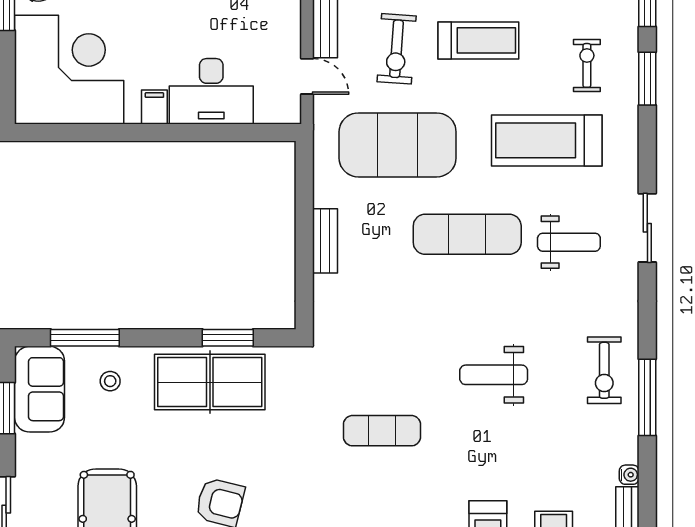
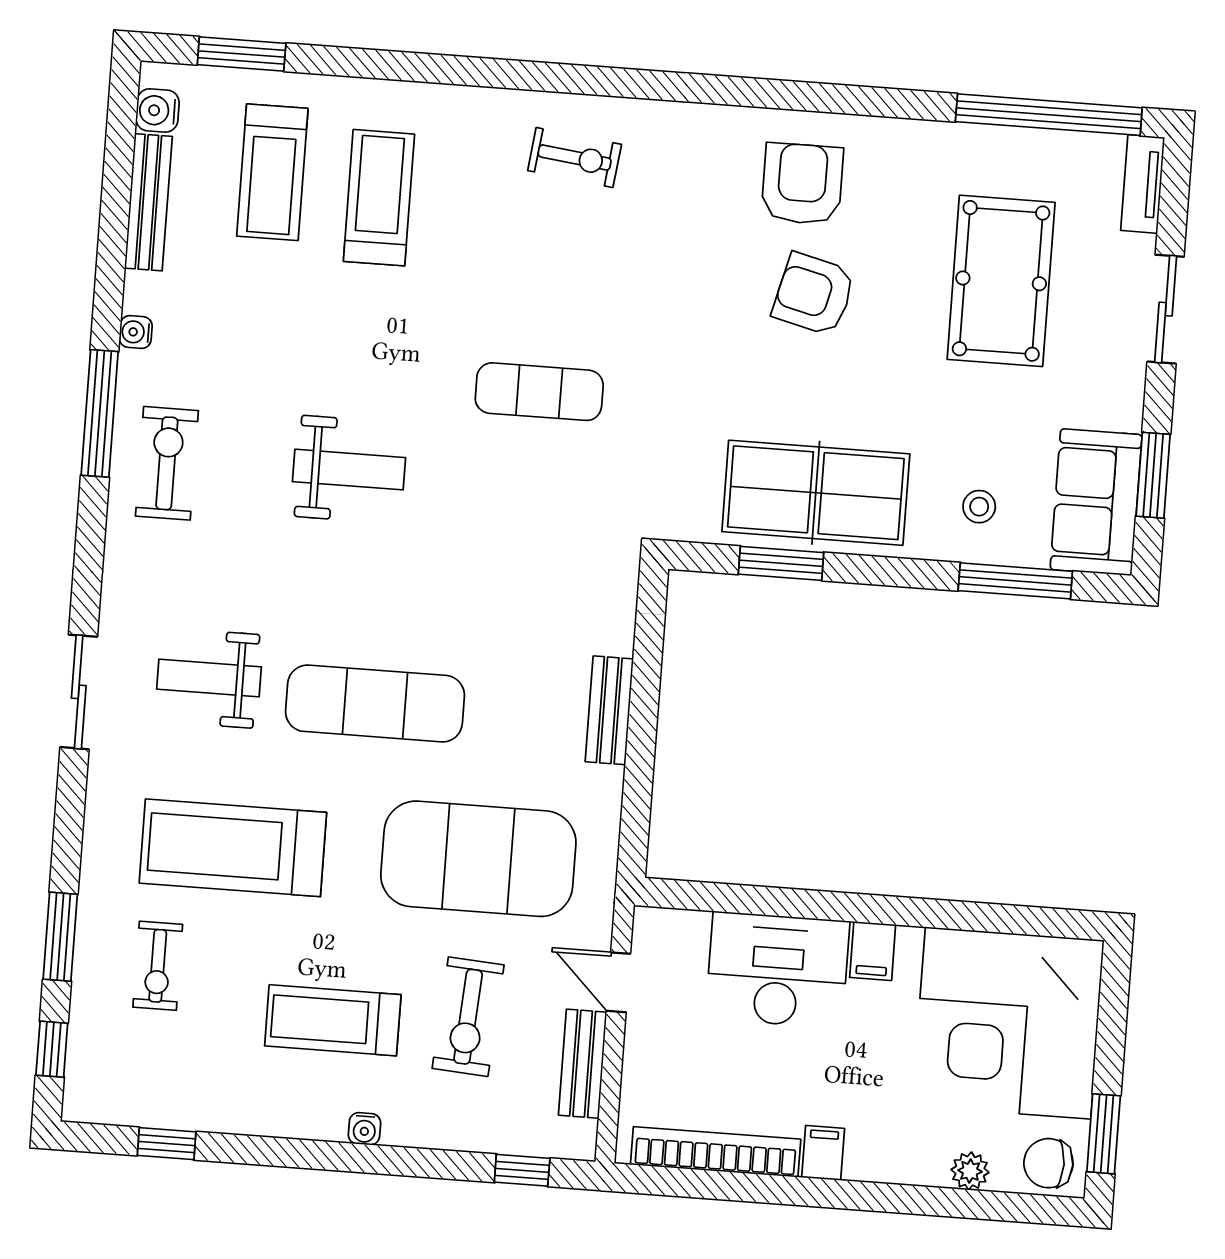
exercise bike: (397, 49) -> (468, 1017), turned 180
treadmill: (547, 140) -> (233, 848), turned 180
water cooler: (629, 475) -> (136, 332), moved

